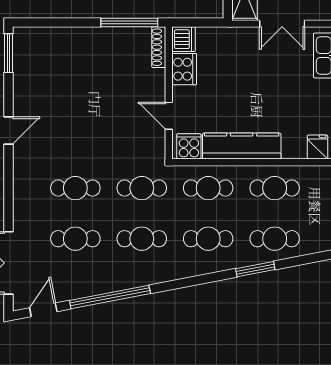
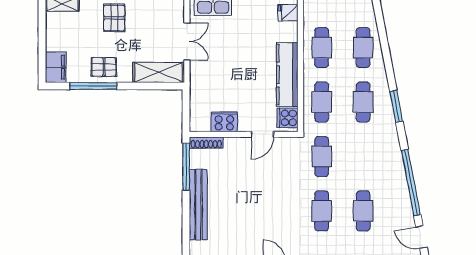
bench: (83, 37) -> (198, 205), added
dishwasher: (184, 39) -> (200, 122), removed
cafe table: (142, 239) -> (363, 156), removed
window: (255, 269) -> (396, 106), moved

